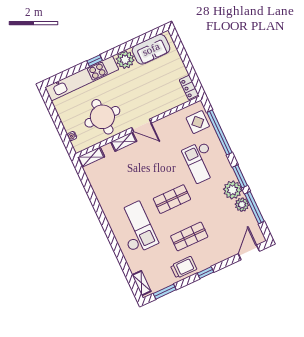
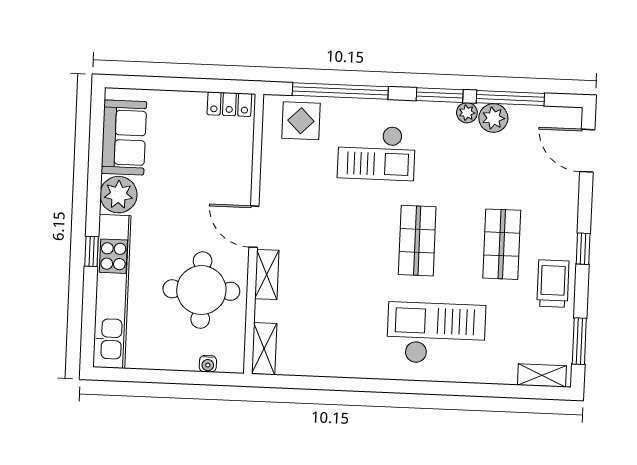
door: (142, 125) -> (254, 227), swing flipped
plant: (233, 190) -> (467, 113), width x0.53, depth x0.53

